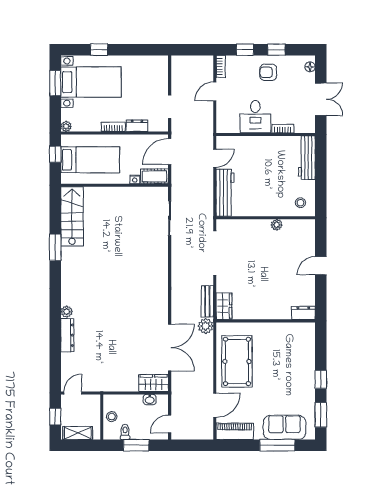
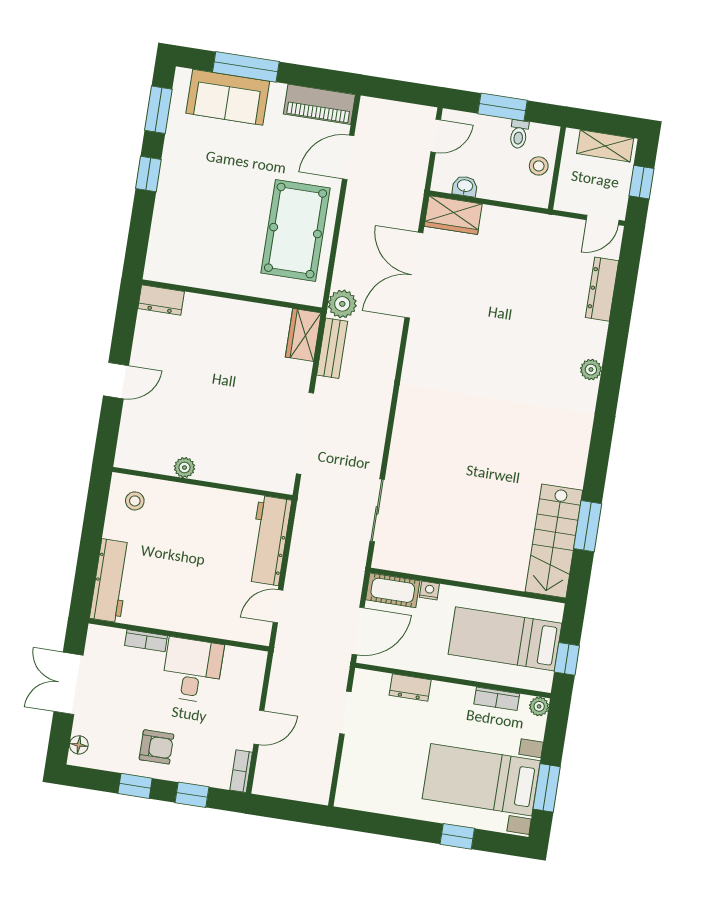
bookcase: (113, 127) -> (497, 699), moved
window: (55, 247) -> (588, 526), moved
dresser: (67, 335) -> (602, 289), moved

